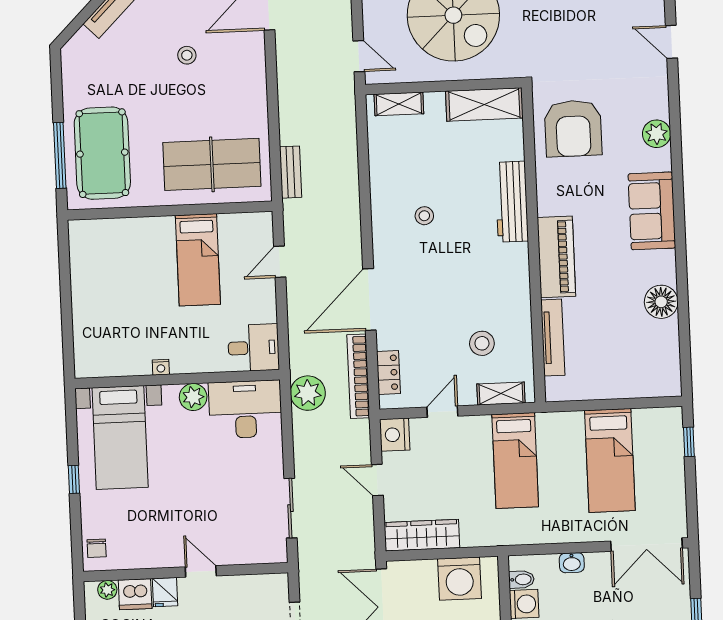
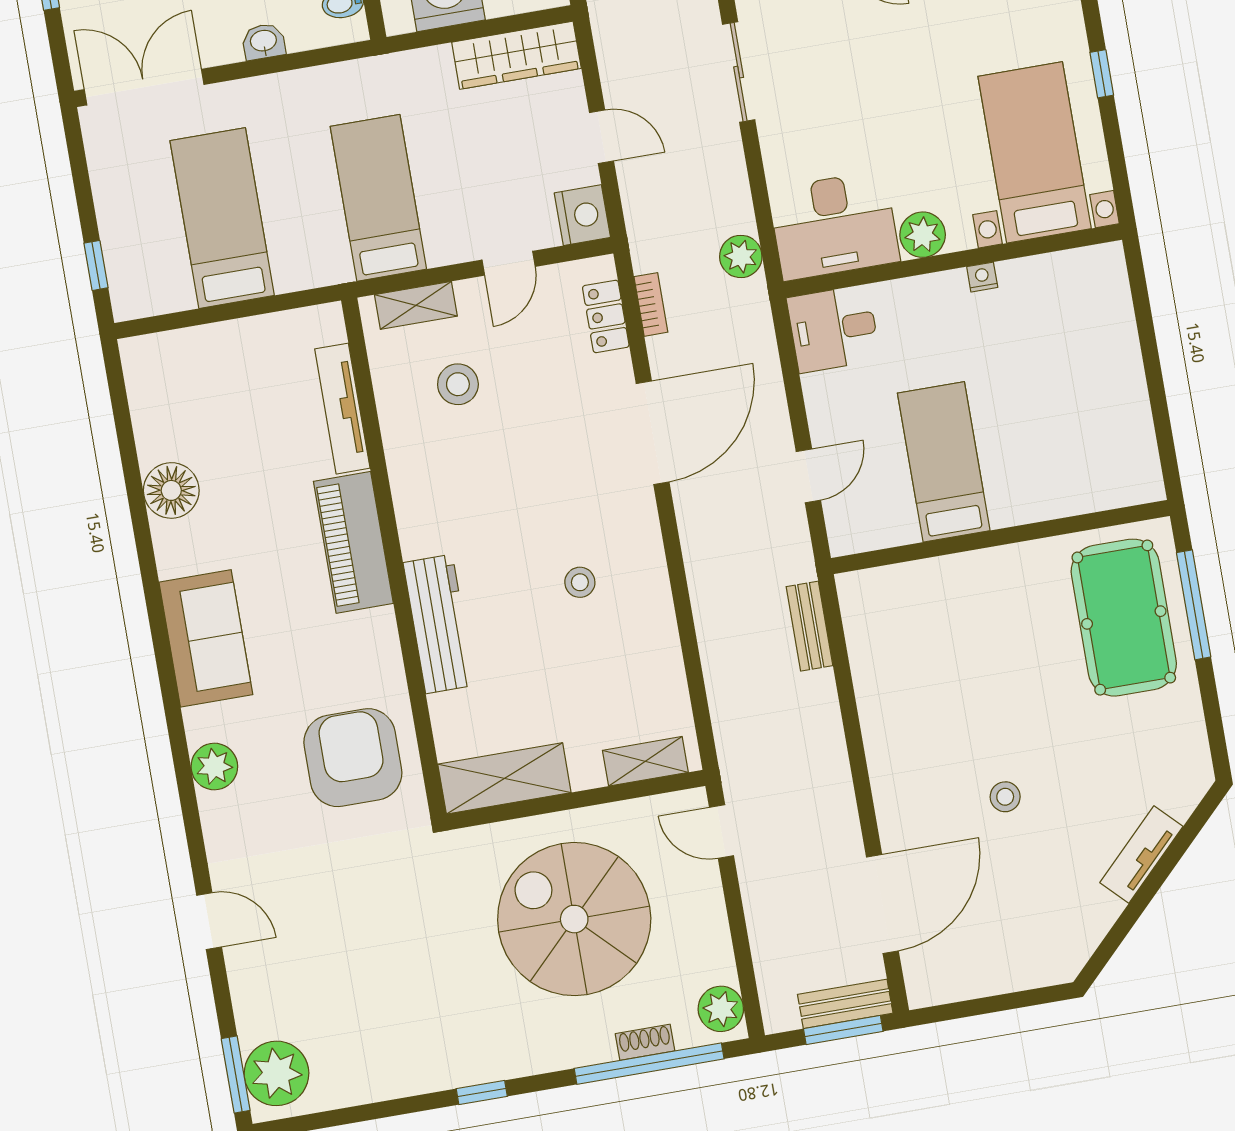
table tennis table: (212, 164) -> (941, 622), removed
bookcase: (358, 376) -> (651, 304), width x0.43, depth x0.76
plant: (308, 393) -> (741, 256), width x0.73, depth x0.73

